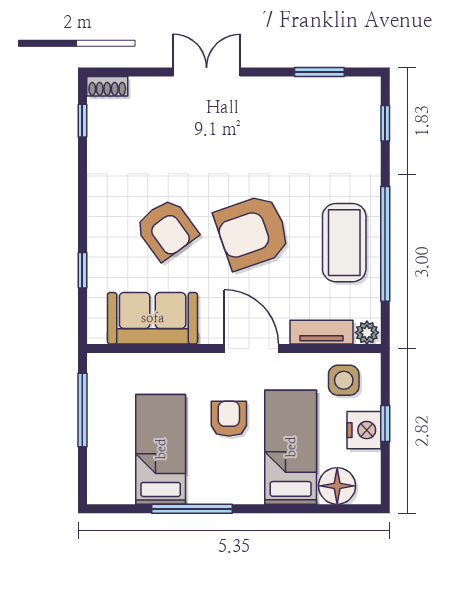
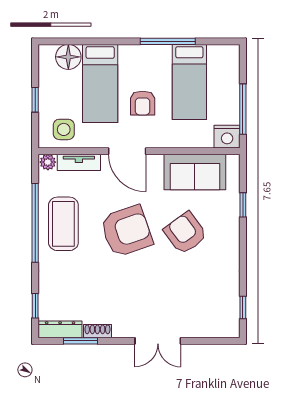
shoe rack: (107, 86) -> (97, 331), moved
dresser: (349, 89) -> (60, 329), added
nightstand: (364, 430) -> (227, 137), moved, turned -90

